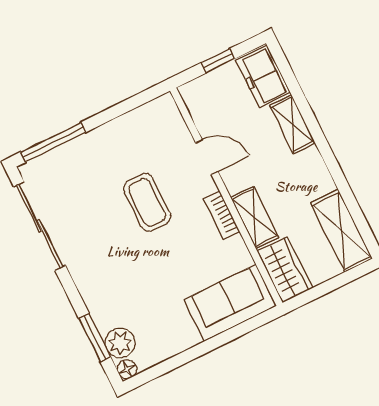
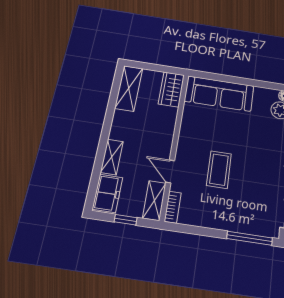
bookcase: (222, 215) -> (173, 207), moved
shelving: (255, 218) -> (154, 201), moved
sofa: (230, 303) -> (219, 94), width x1.36

